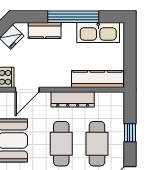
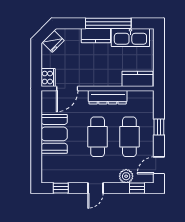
kitchen counter: (45, 30) -> (96, 36), moved
kitchen counter: (97, 79) -> (138, 79), width x0.67

